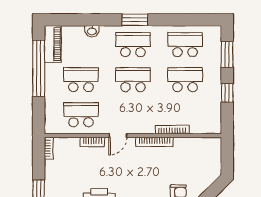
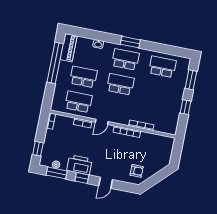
school desk: (185, 80) -> (157, 92), removed

